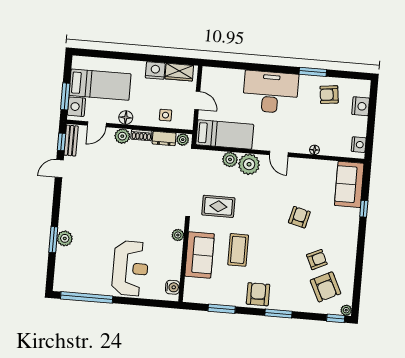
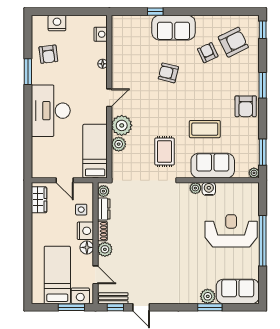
nightstand: (155, 71) -> (85, 231), moved, turned 180
door: (197, 100) -> (65, 180), swing flipped
nightstand: (359, 145) -> (101, 34), moved, turned 90
sofa: (349, 184) -> (174, 28), moved
sofa: (67, 270) -> (238, 291), added
water cooler: (173, 287) -> (209, 189), moved
armchair: (258, 294) -> (246, 106), turned -90
window: (87, 297) -> (263, 241), moved
window: (222, 309) -> (263, 152), moved
plant: (346, 310) -> (254, 173), moved

